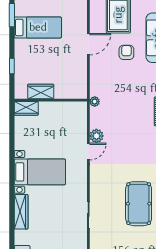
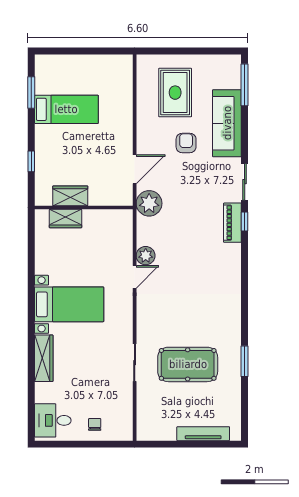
door: (88, 44) -> (135, 169), moved
plant: (95, 102) -> (149, 203), width x1.88, depth x1.88
wardrobe: (26, 108) -> (65, 219), moved
pool table: (139, 204) -> (188, 364), moved, turned 90

